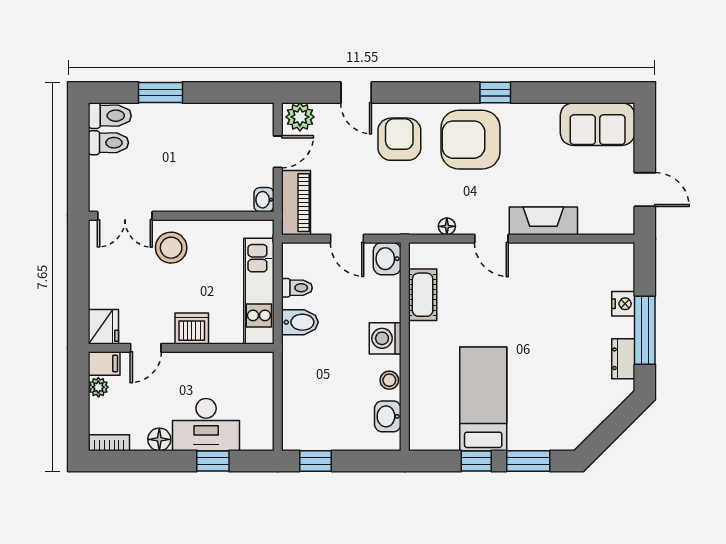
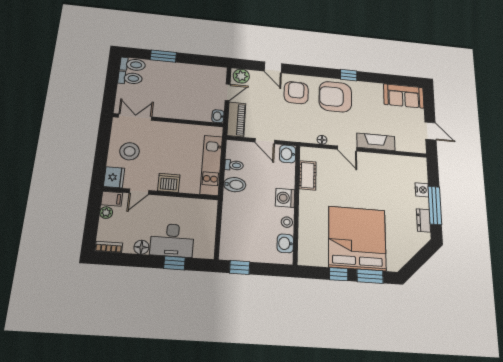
double door: (125, 216) -> (135, 117), swing flipped
stool: (171, 248) -> (130, 151), moved
bed: (483, 399) -> (357, 238), width x2.04

